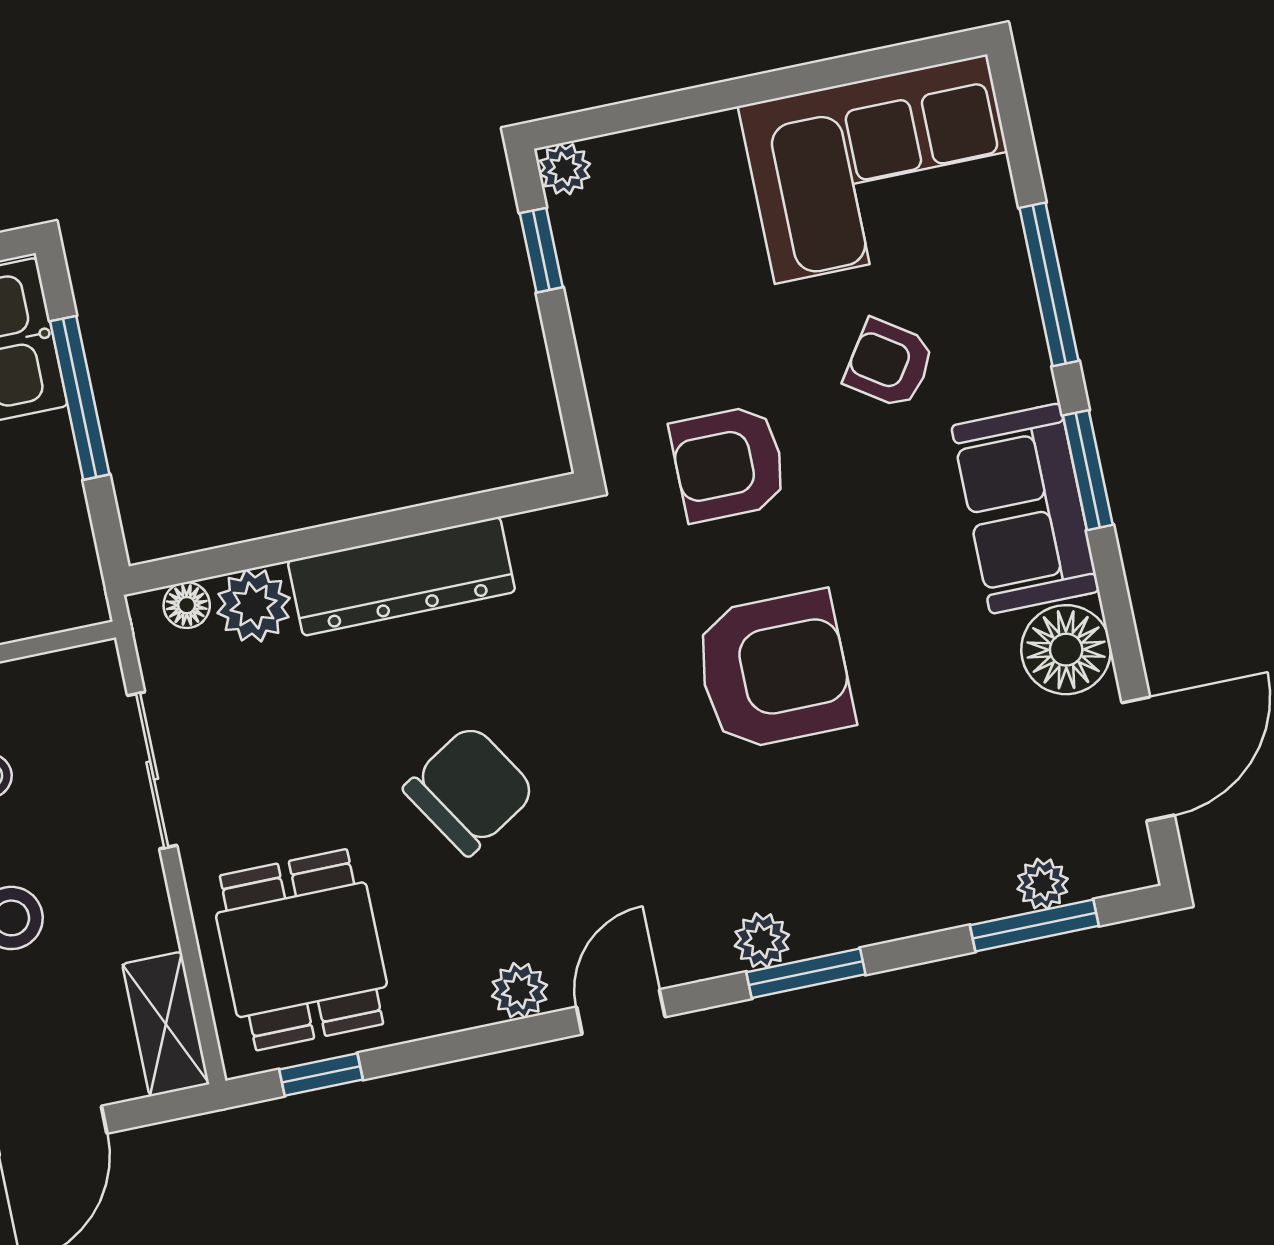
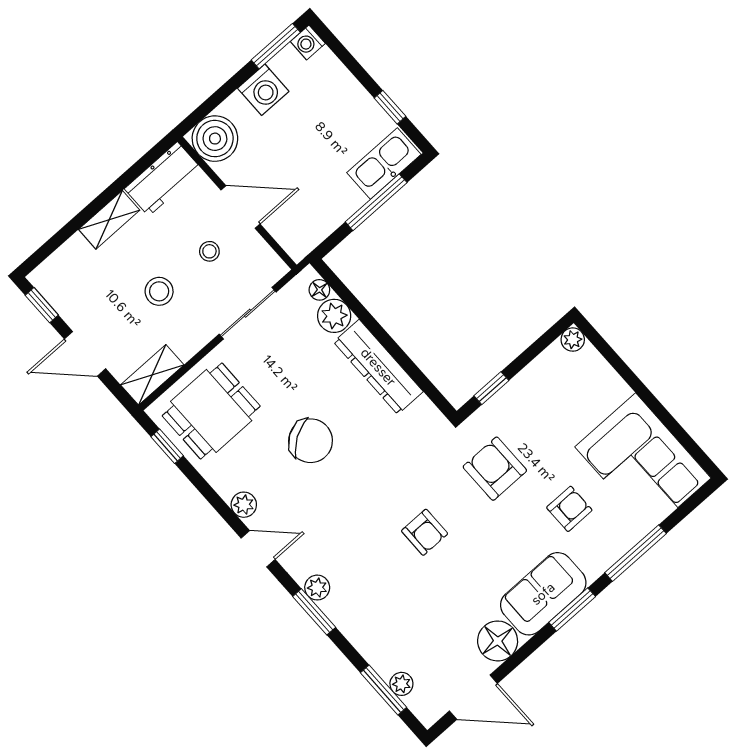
window: (541, 250) -> (491, 388), moved
armchair: (889, 364) -> (569, 509), turned 56
armchair: (774, 670) -> (425, 532), width x0.53, depth x0.53

